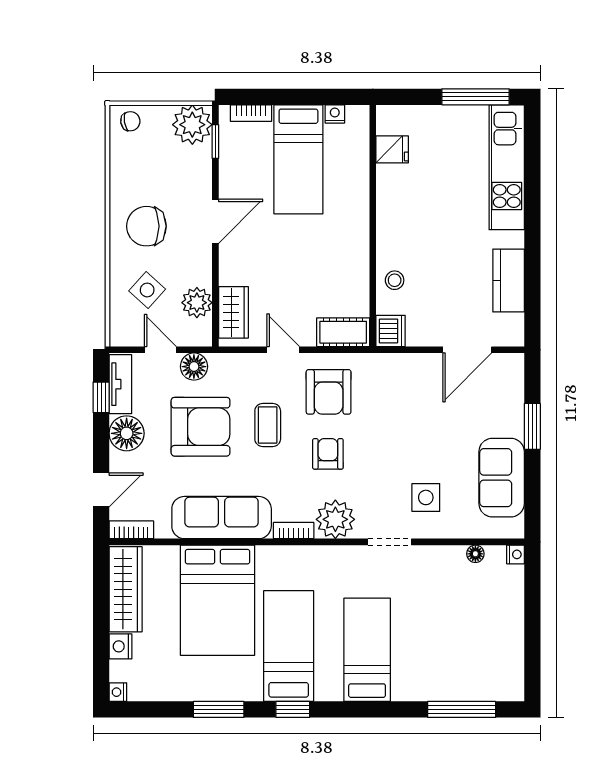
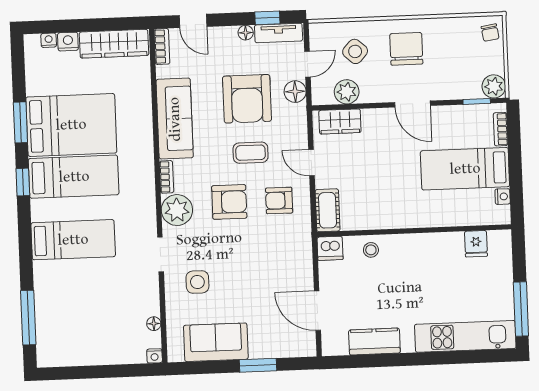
plant: (192, 125) -> (494, 86), width x0.73, depth x0.73
door: (283, 350) -> (311, 163), swing flipped
armchair: (329, 392) -> (279, 200), width x0.72, depth x0.72
floor lamp: (127, 433) -> (246, 33), width x0.53, depth x0.53
armchair: (328, 454) -> (229, 202), width x1.38, depth x1.38
bed: (218, 600) -> (71, 125), moved, turned 180
nightstand: (118, 692) -> (49, 40), moved

